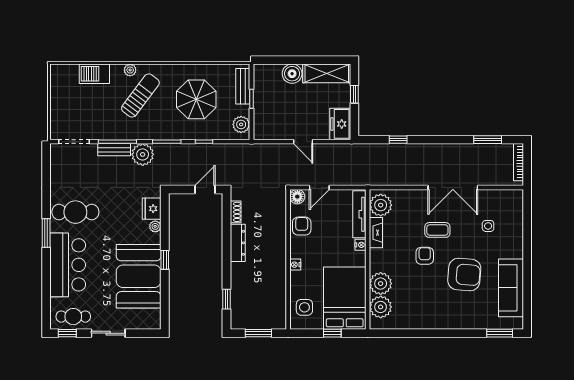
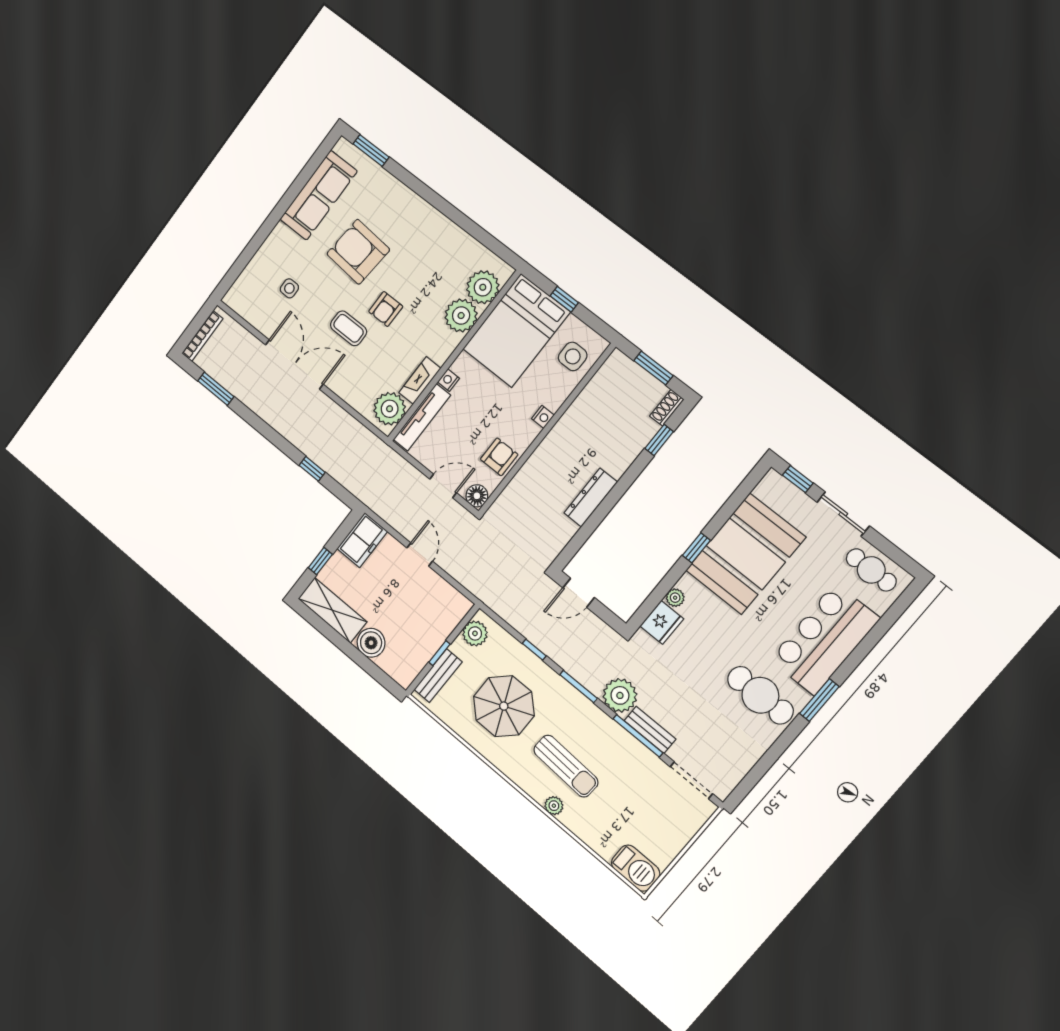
barbecue: (94, 74) -> (636, 868), moved
sun lounger: (140, 96) -> (566, 766), turned -124
shoe rack: (236, 212) -> (667, 408), moved
armchair: (302, 226) -> (499, 457), turned 180
window: (67, 333) -> (798, 479), moved

